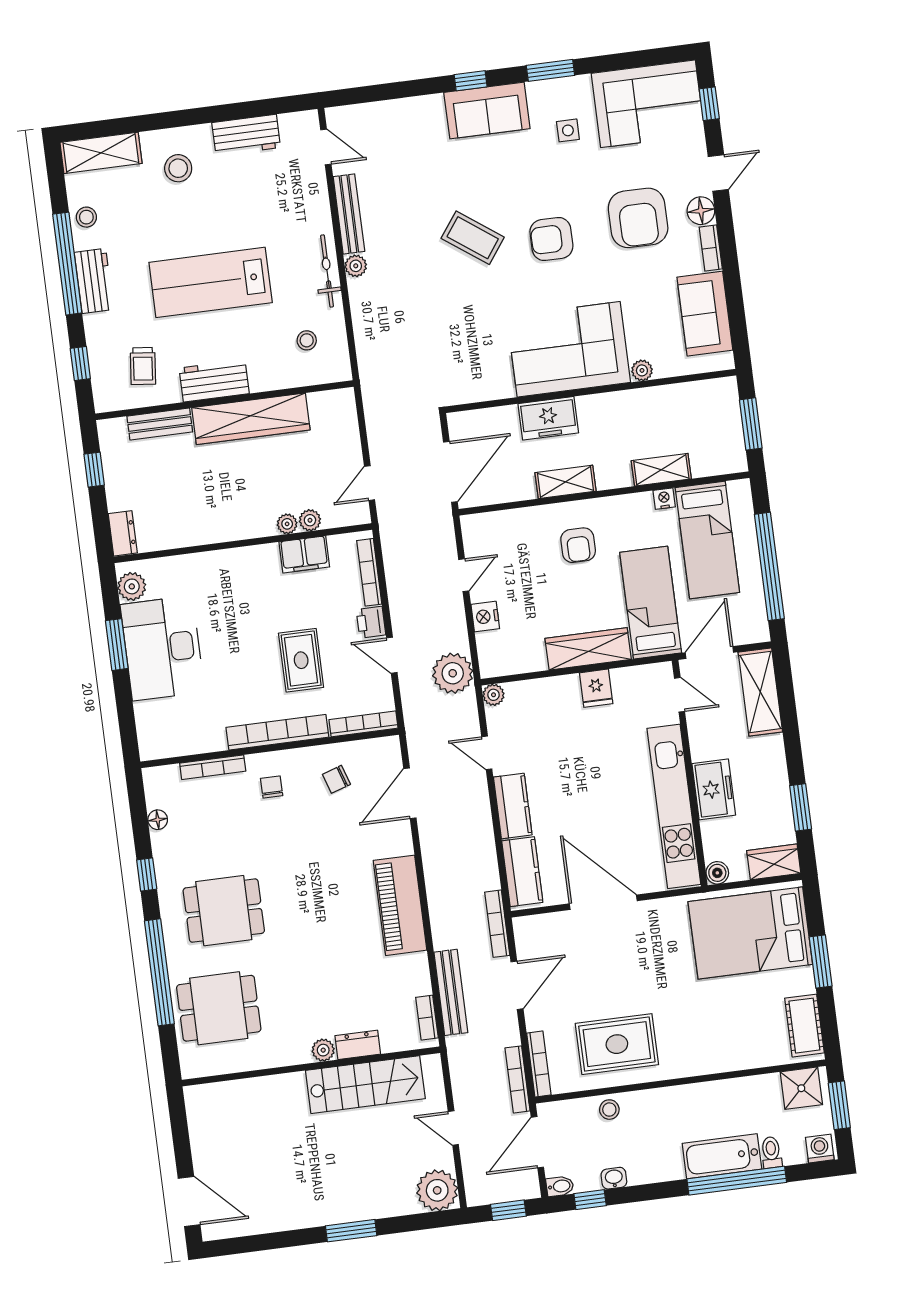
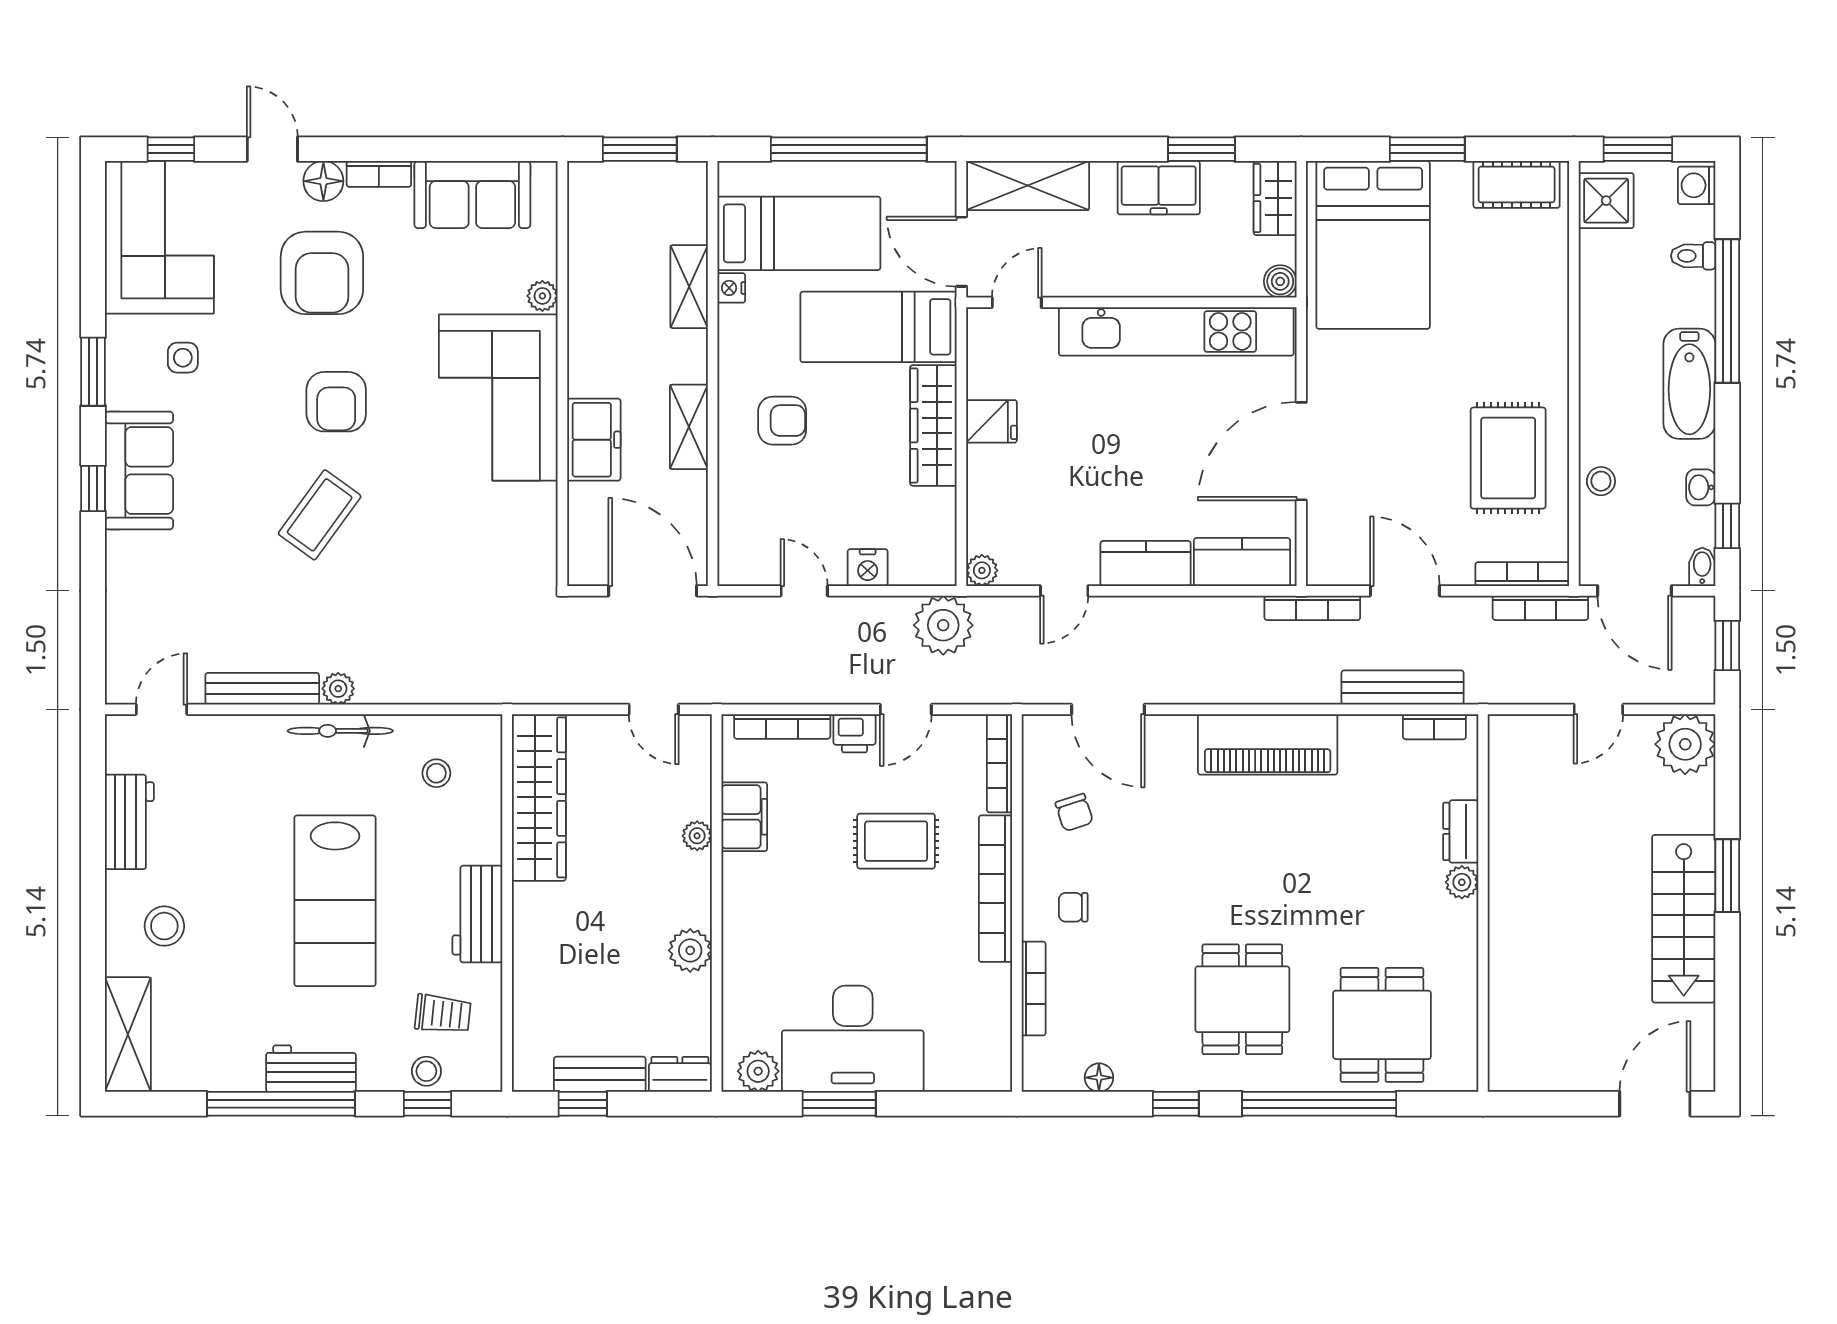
stool: (86, 217) -> (426, 1071), moved
armchair: (638, 218) -> (322, 273), turned 90
wardrobe: (251, 419) -> (539, 797), moved
bench: (160, 424) -> (600, 1074), moved, turned 90
plant: (310, 520) -> (690, 950), moved, width x1.38, depth x1.38
freezer: (714, 789) -> (1159, 188), moved, turned 180
stairs: (365, 1085) -> (1684, 919), moved, turned 180
bathtub: (722, 1156) -> (1689, 384), moved

